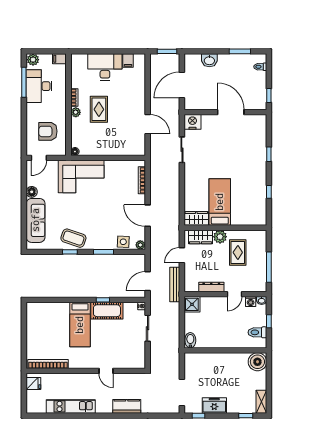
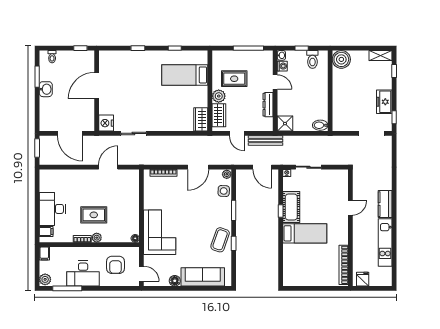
washbasin: (209, 60) -> (46, 89), moved
filing cabinet: (128, 61) -> (46, 231), moved
desk: (39, 86) -> (83, 274), moved
bed: (220, 202) -> (185, 75), moved
kitchen counter: (127, 406) -> (385, 204), moved

